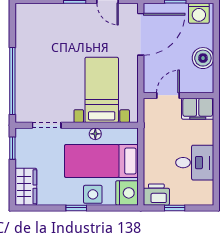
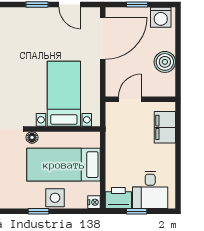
filing cabinet: (198, 109) -> (165, 127), moved, turned 90
floor lamp: (95, 134) -> (32, 137), moved
desk: (195, 163) -> (150, 190), moved, turned 90
nightstand: (127, 193) -> (94, 202), width x0.53, depth x0.56

